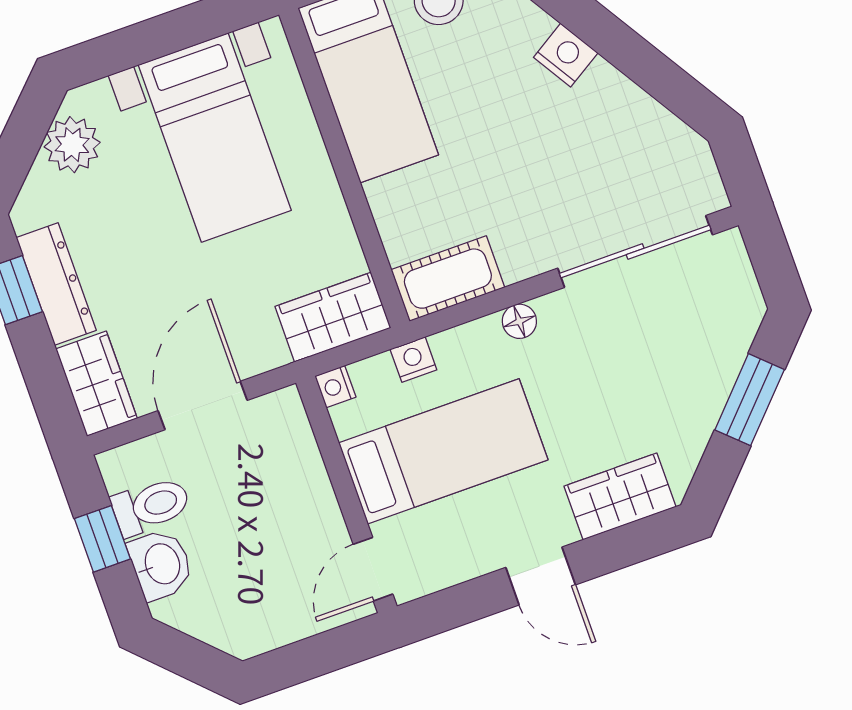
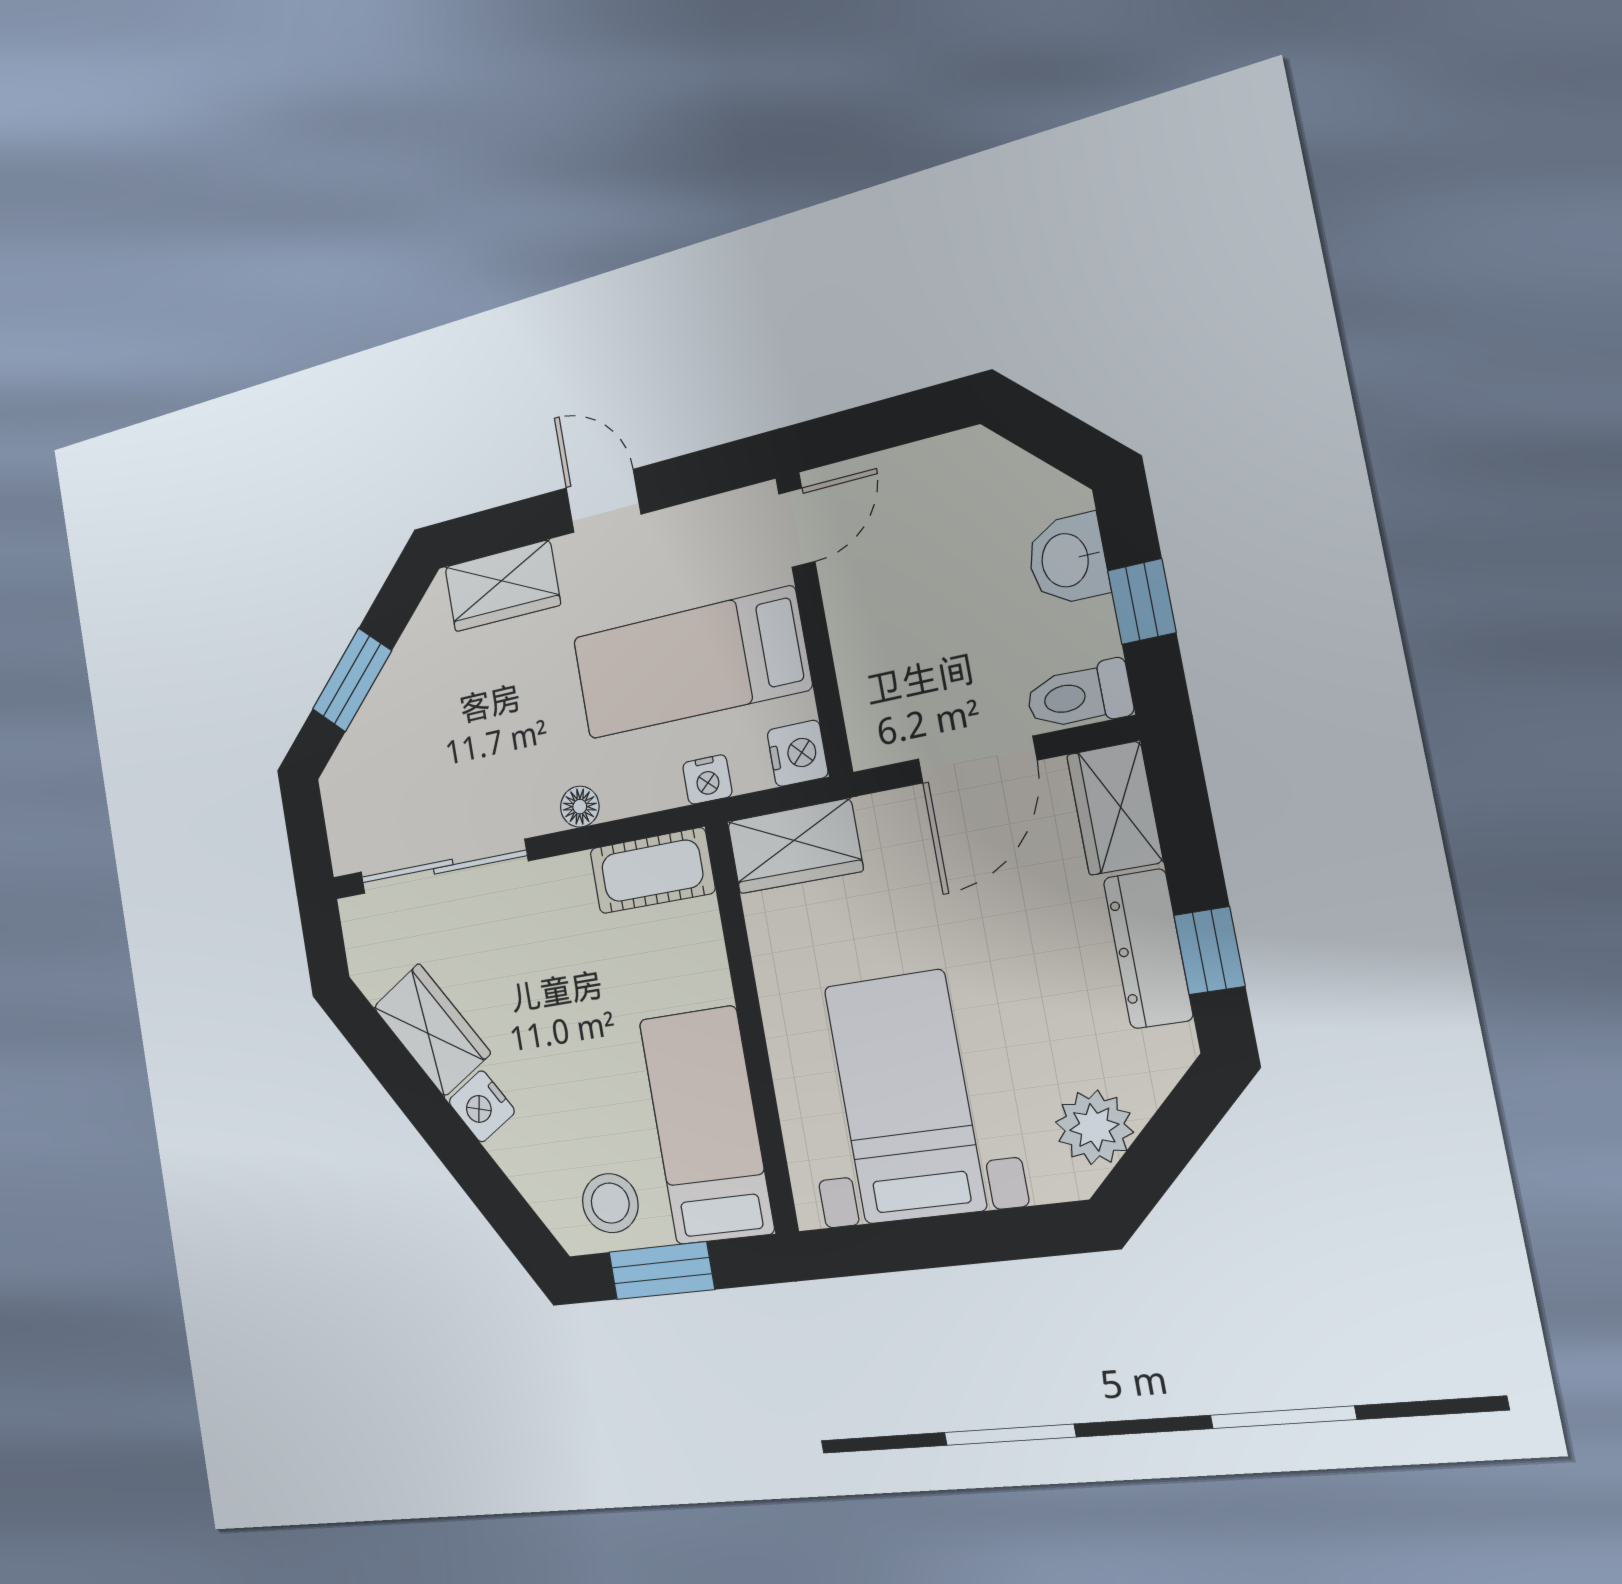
wardrobe: (623, 110) -> (432, 1030), added
nightstand: (335, 387) -> (798, 753), width x1.39, depth x1.35
toilet: (151, 506) -> (1079, 696), moved

